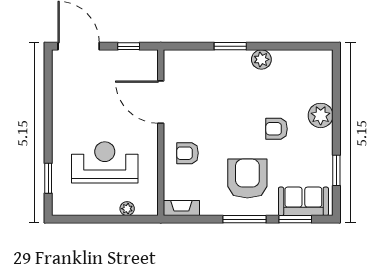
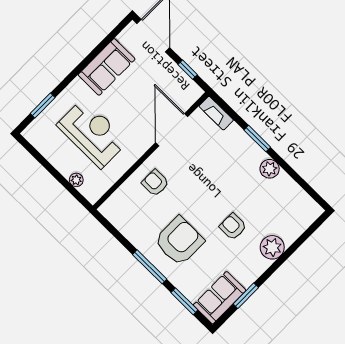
sofa: (67, 103) -> (107, 67), added
sofa: (303, 201) -> (220, 298), moved, turned -90
fireplace: (181, 208) -> (216, 113), moved, turned 180

